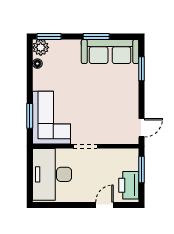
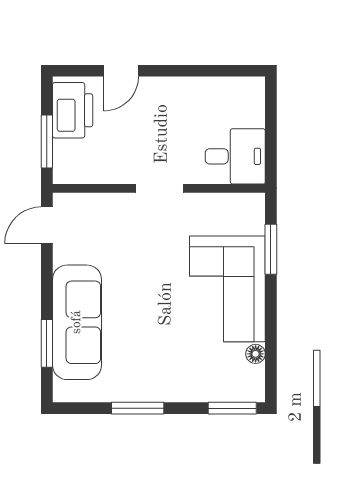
plant: (41, 47) -> (249, 386), removed
sofa: (110, 52) -> (77, 322), moved, turned 90
corner sofa: (51, 118) -> (227, 289), moved
desk: (52, 174) -> (235, 156), width x0.53, depth x0.77

